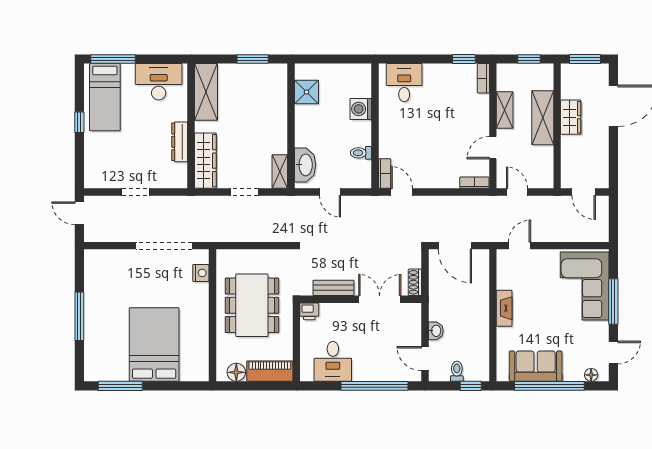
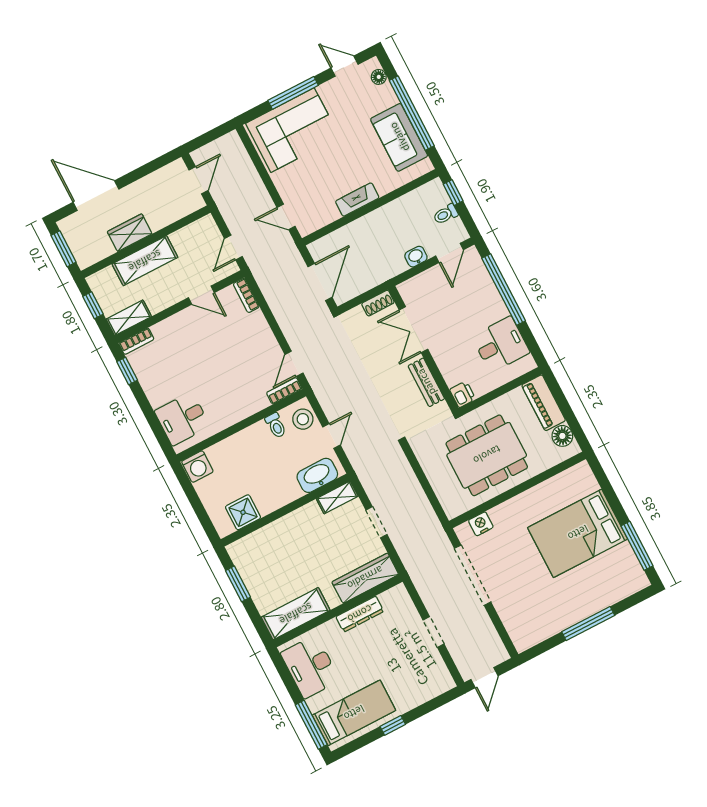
washing machine: (361, 109) -> (197, 467), moved
shelving: (505, 110) -> (129, 318), moved
stool: (355, 177) -> (303, 419), added

